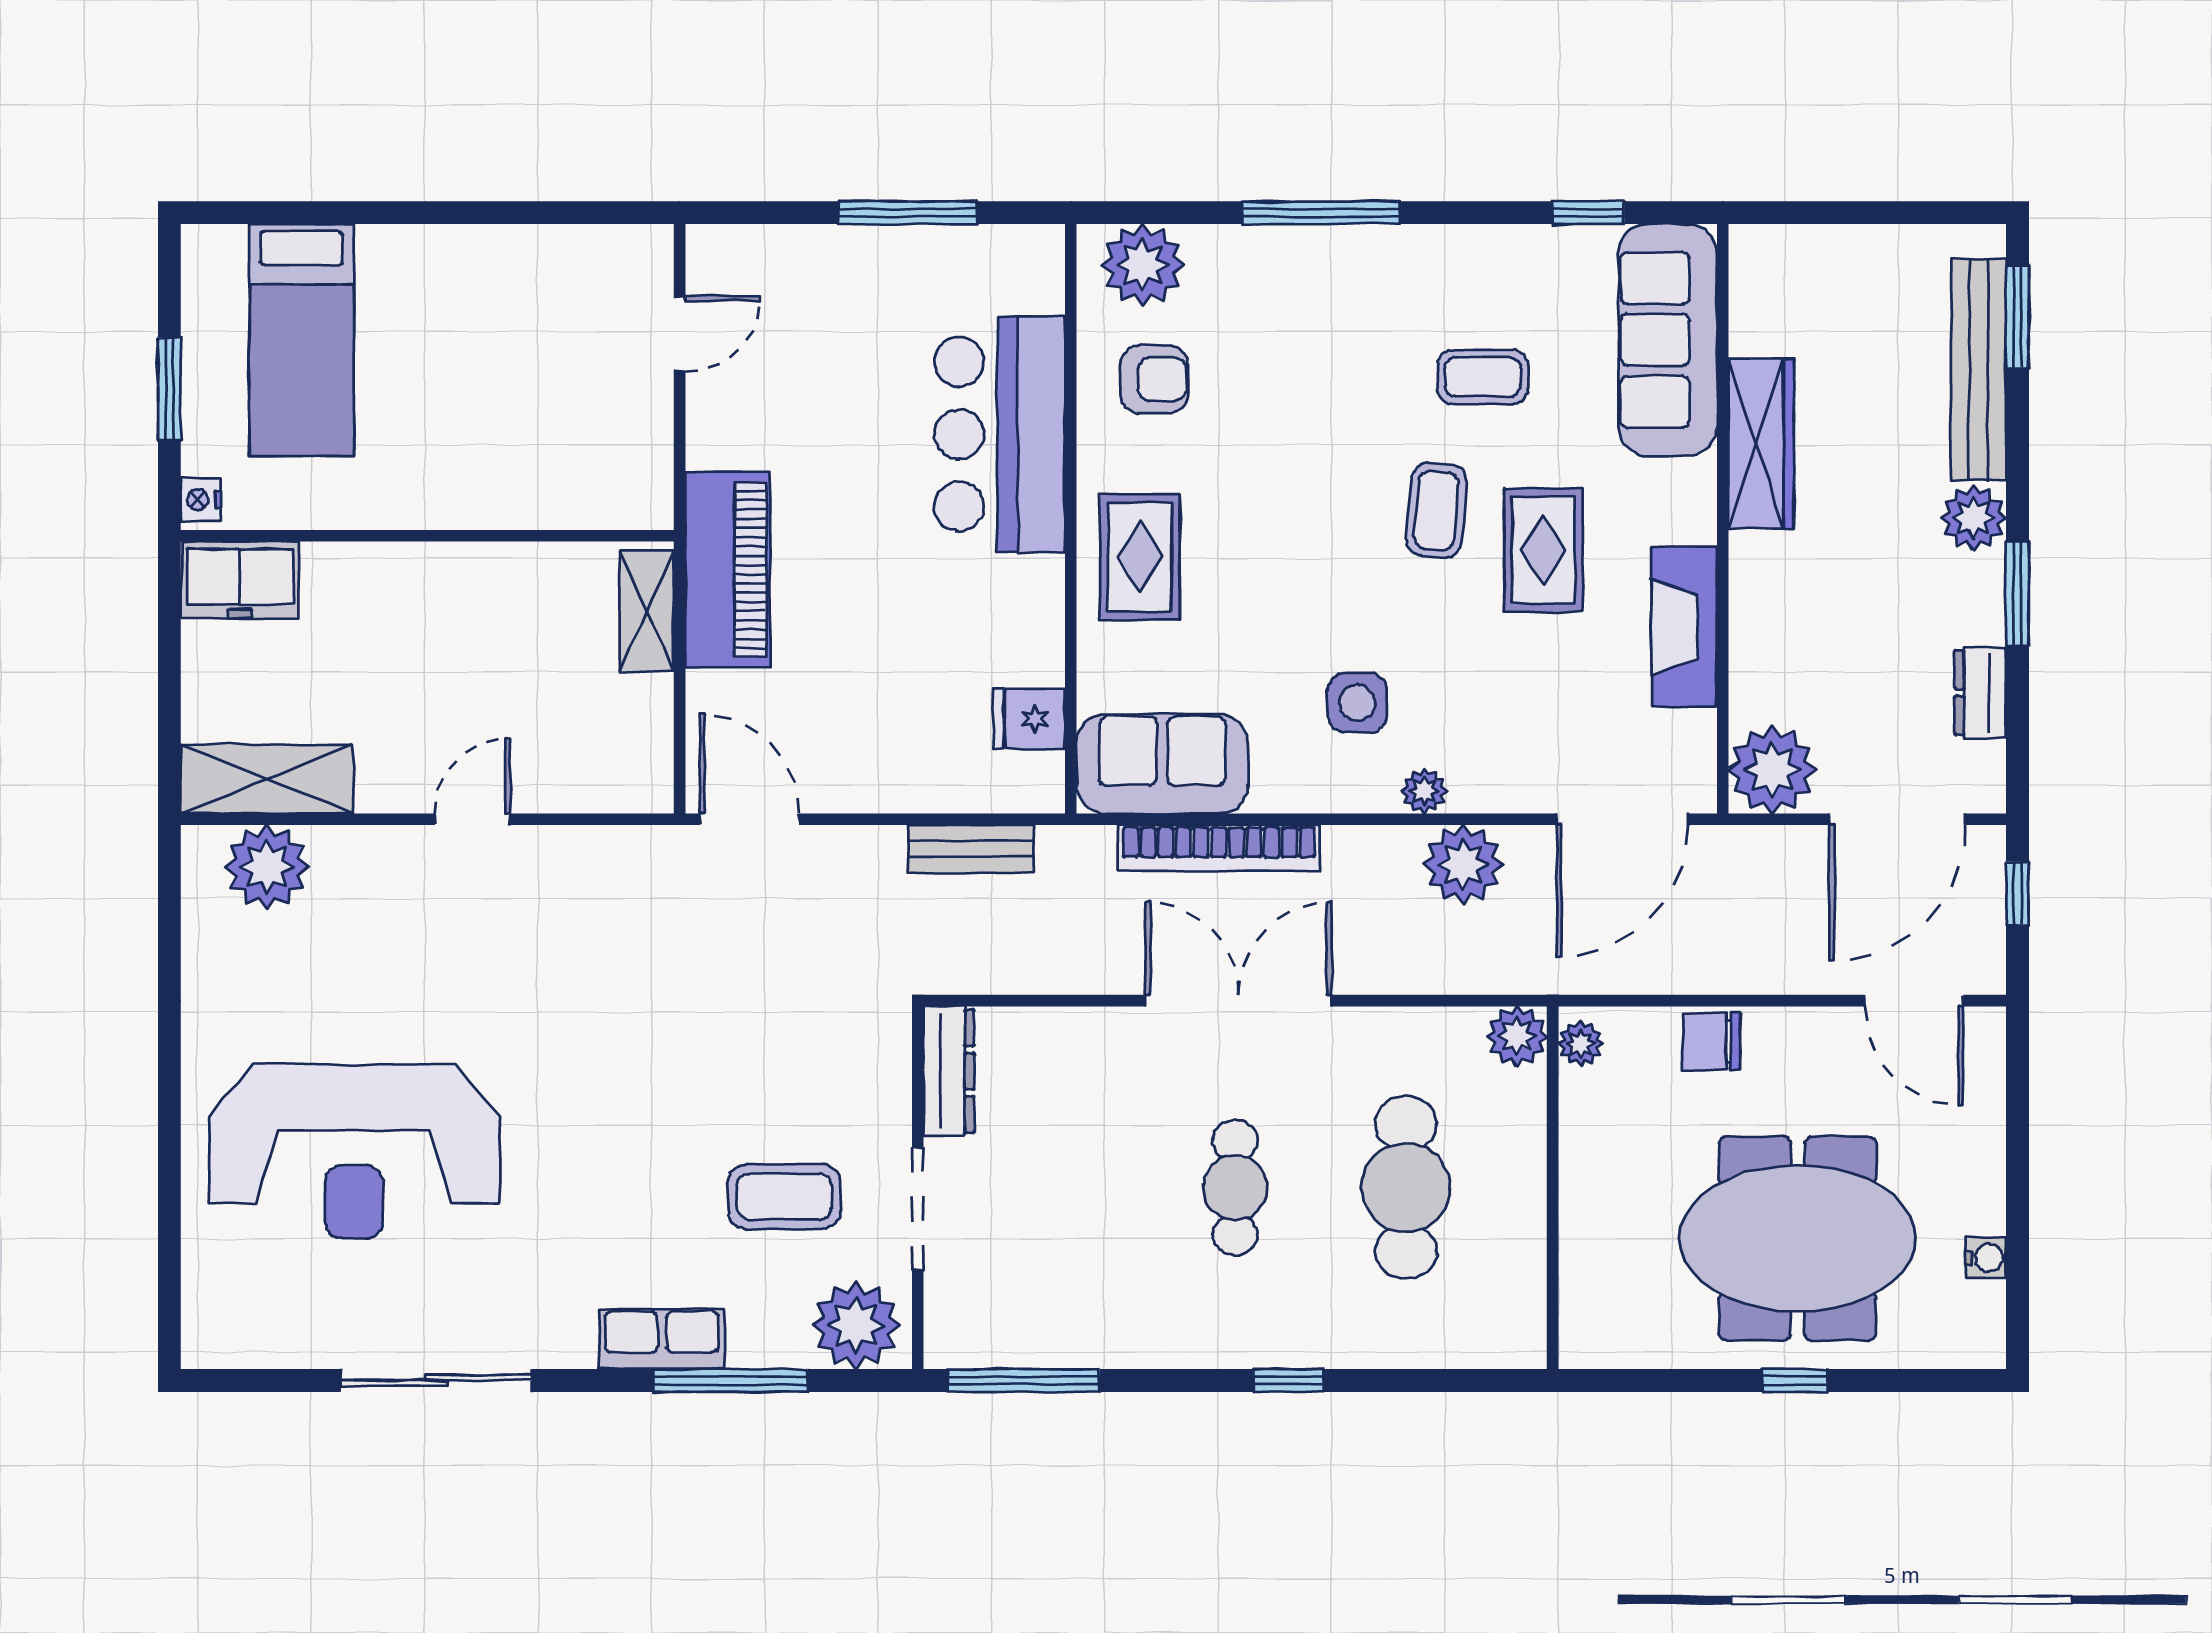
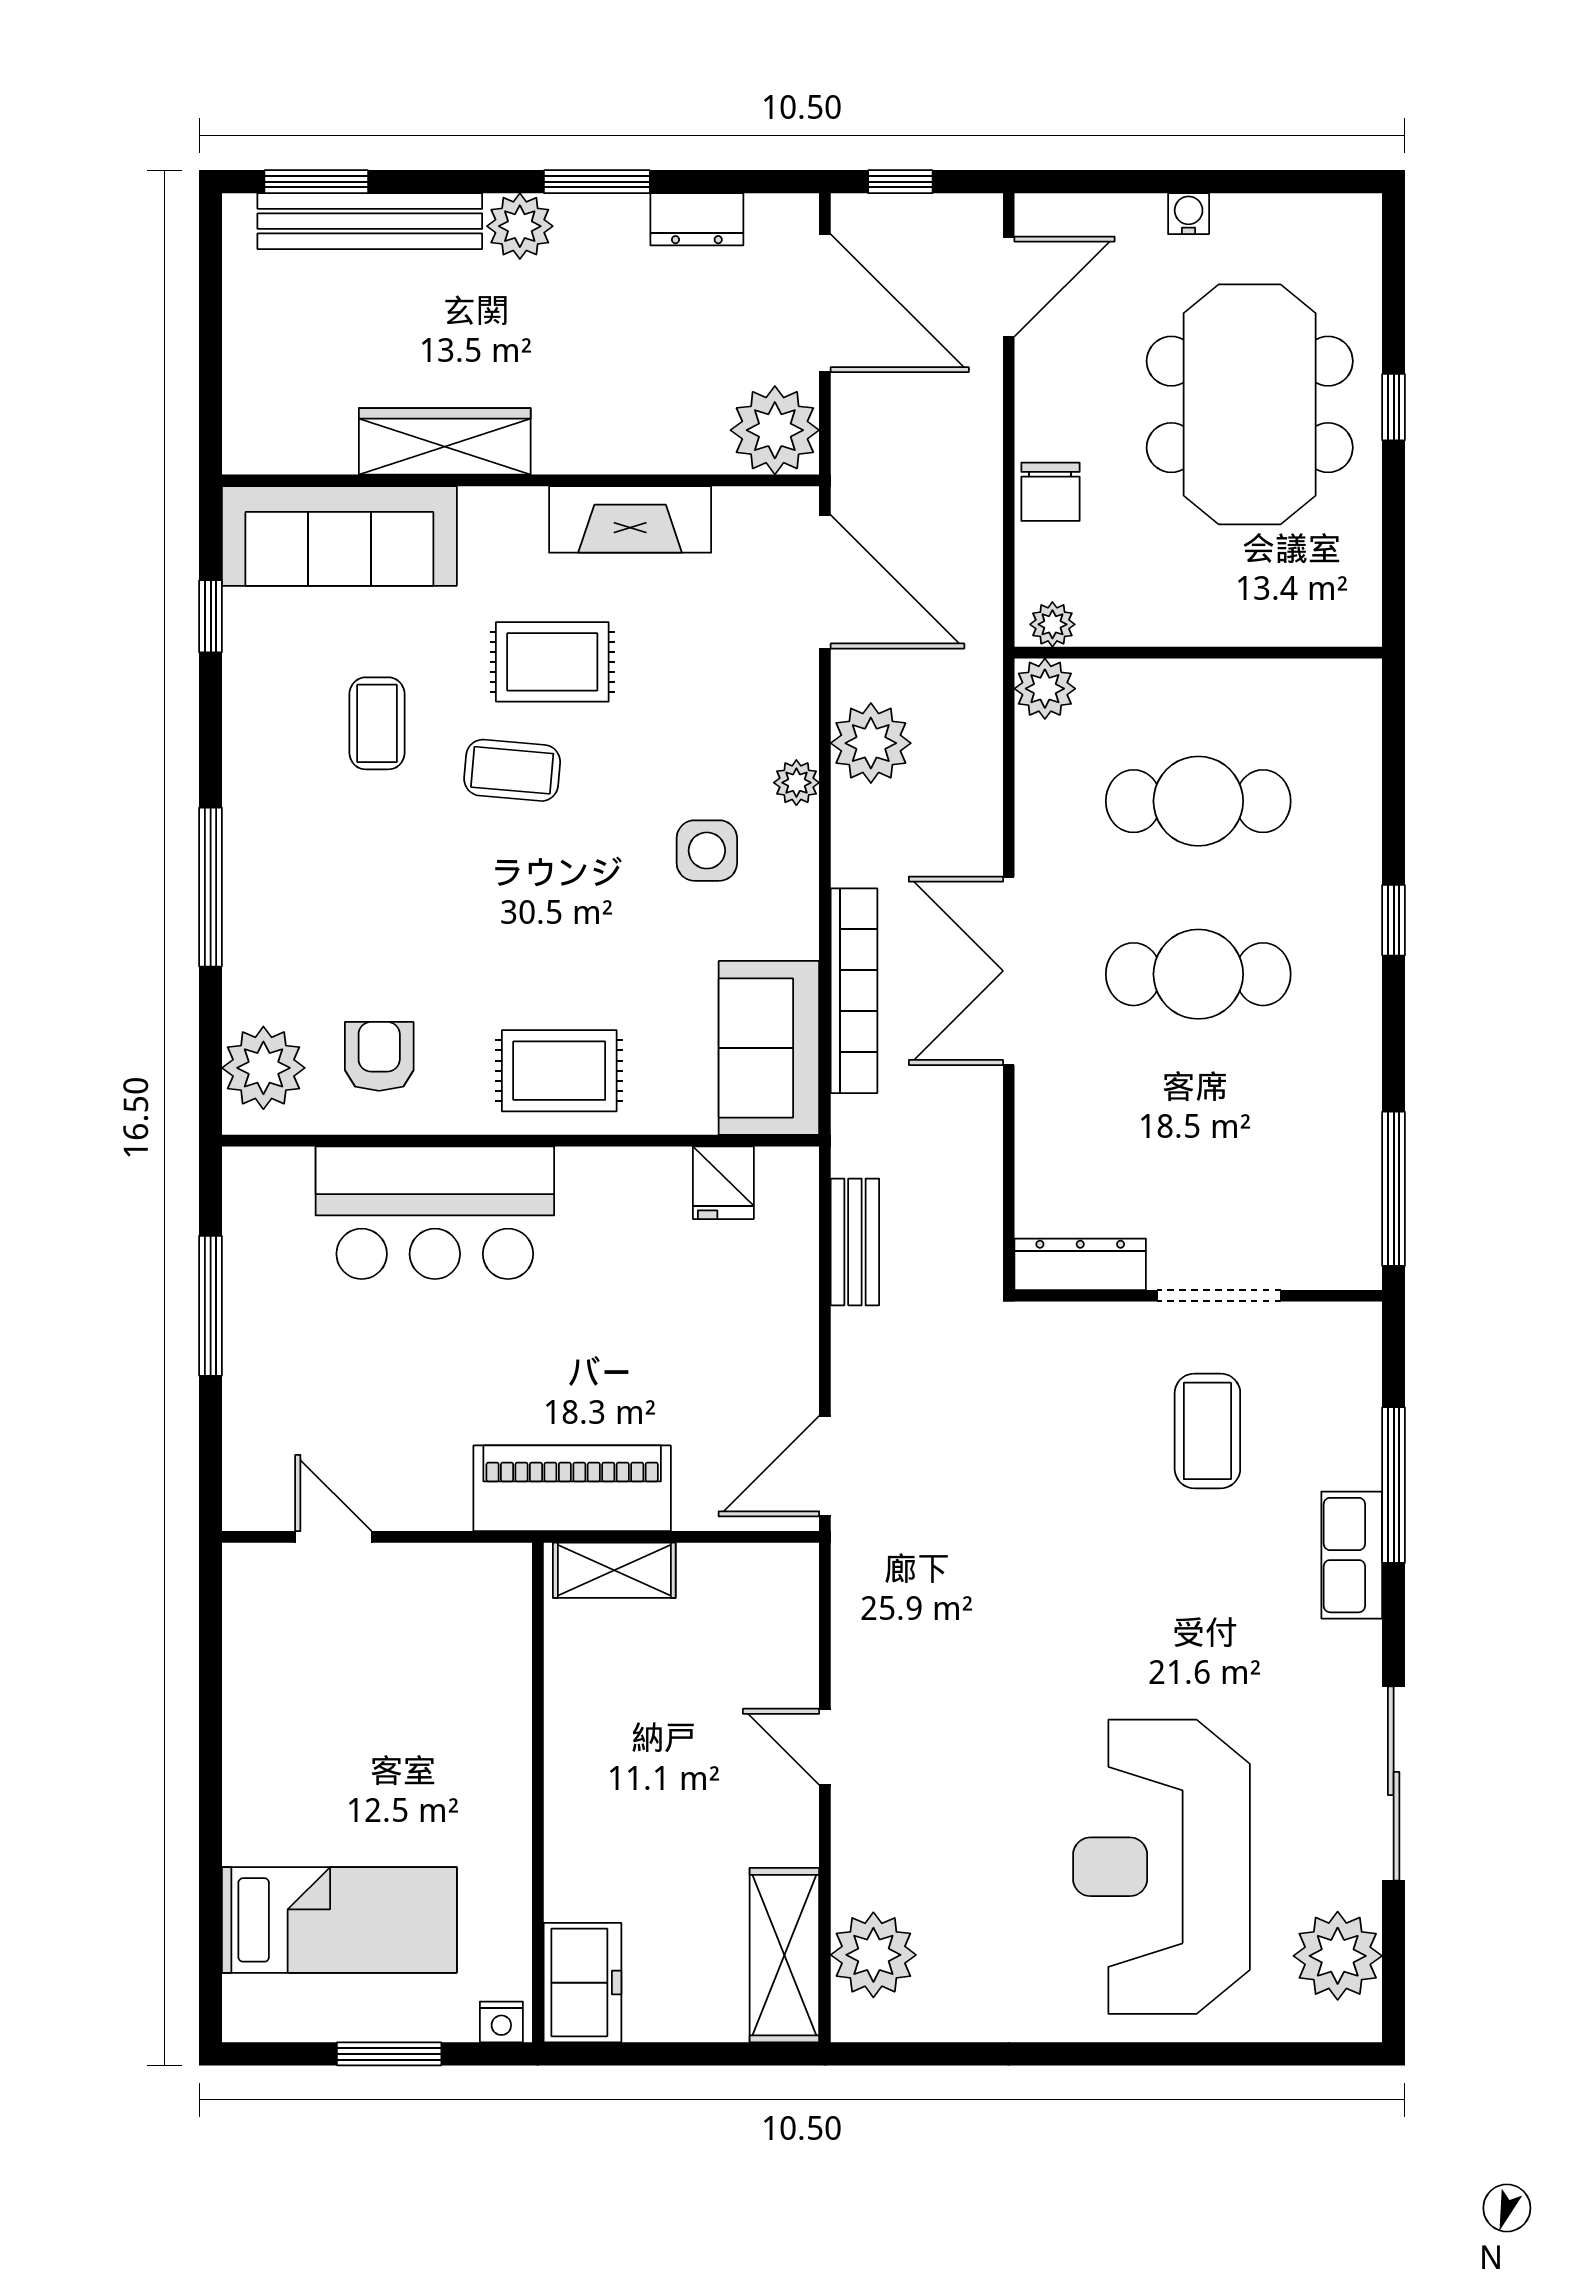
reception desk: (354, 1151) -> (1161, 1867), turned 180
cafe table: (1235, 1188) -> (1198, 974), width x1.37, depth x1.35
water cooler: (1986, 1258) -> (1189, 214), moved
plant: (856, 1325) -> (1338, 1956), moved

